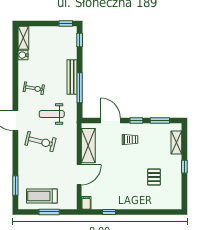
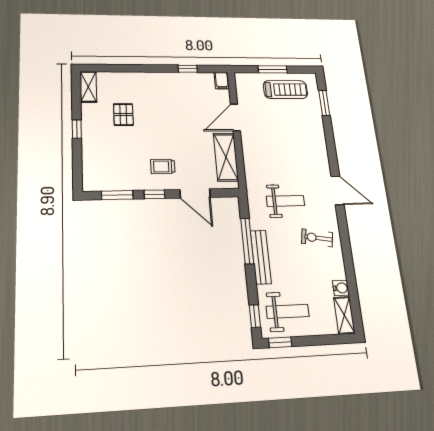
weight bench: (59, 42) -> (288, 311), added
exercise bike: (40, 142) -> (297, 162), removed
shelving: (176, 143) -> (88, 87), moved

